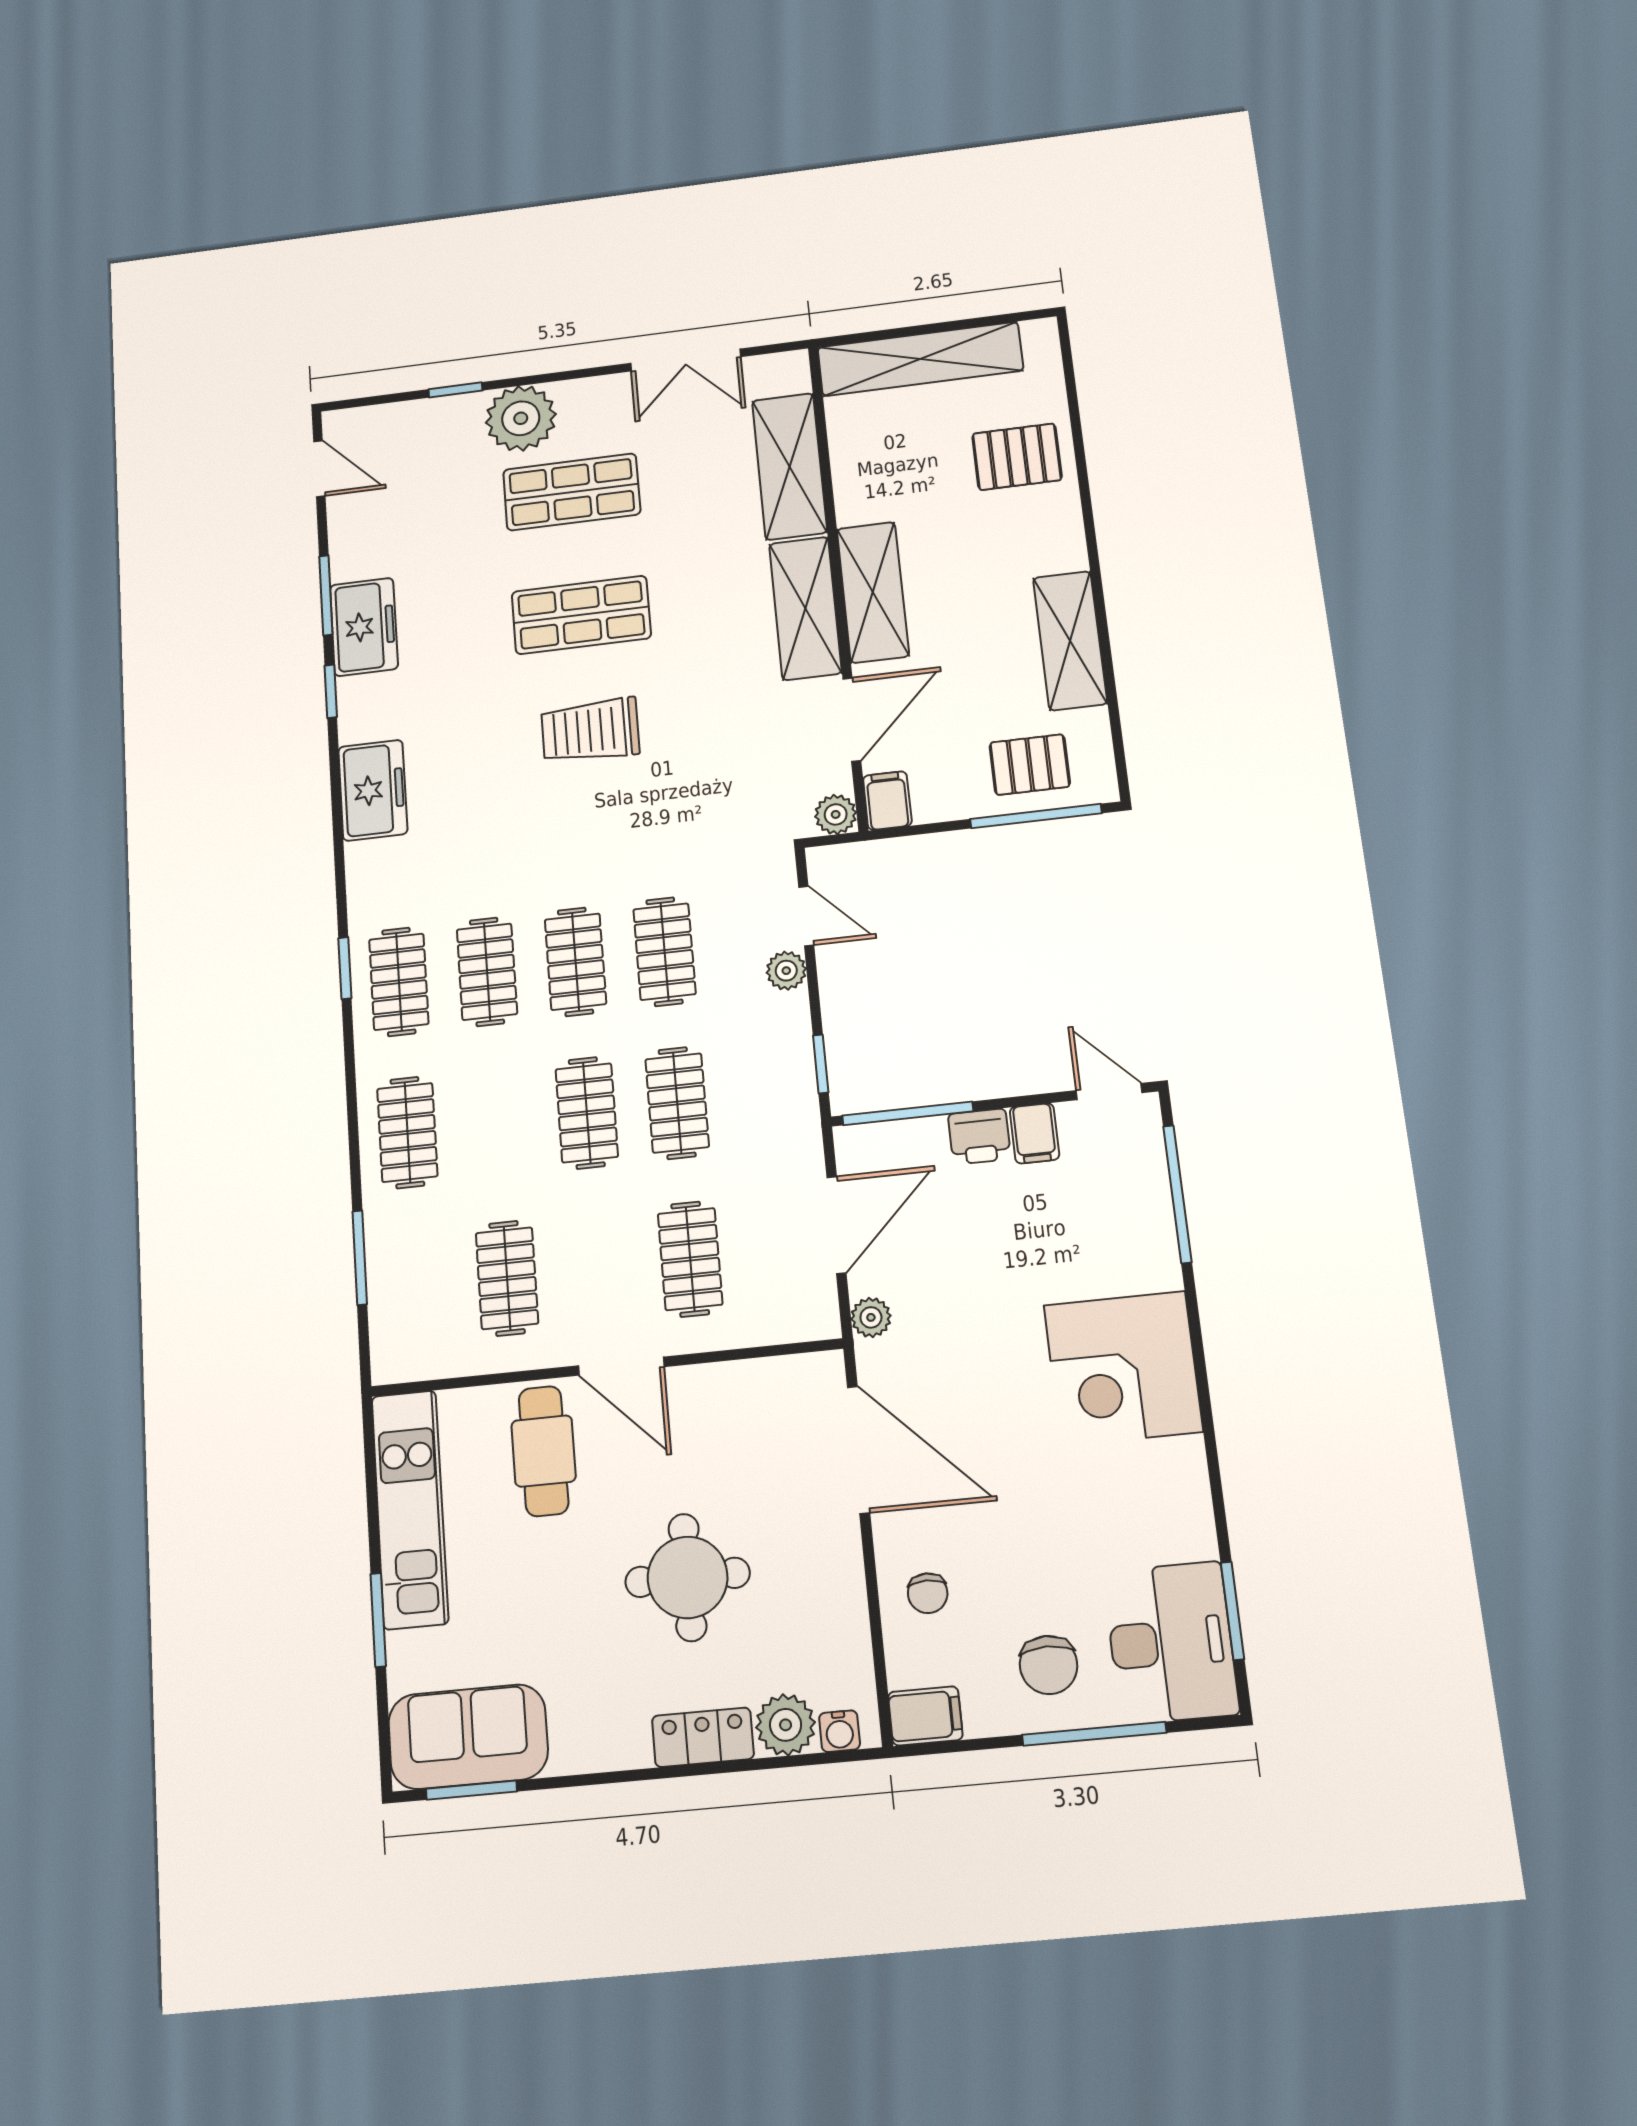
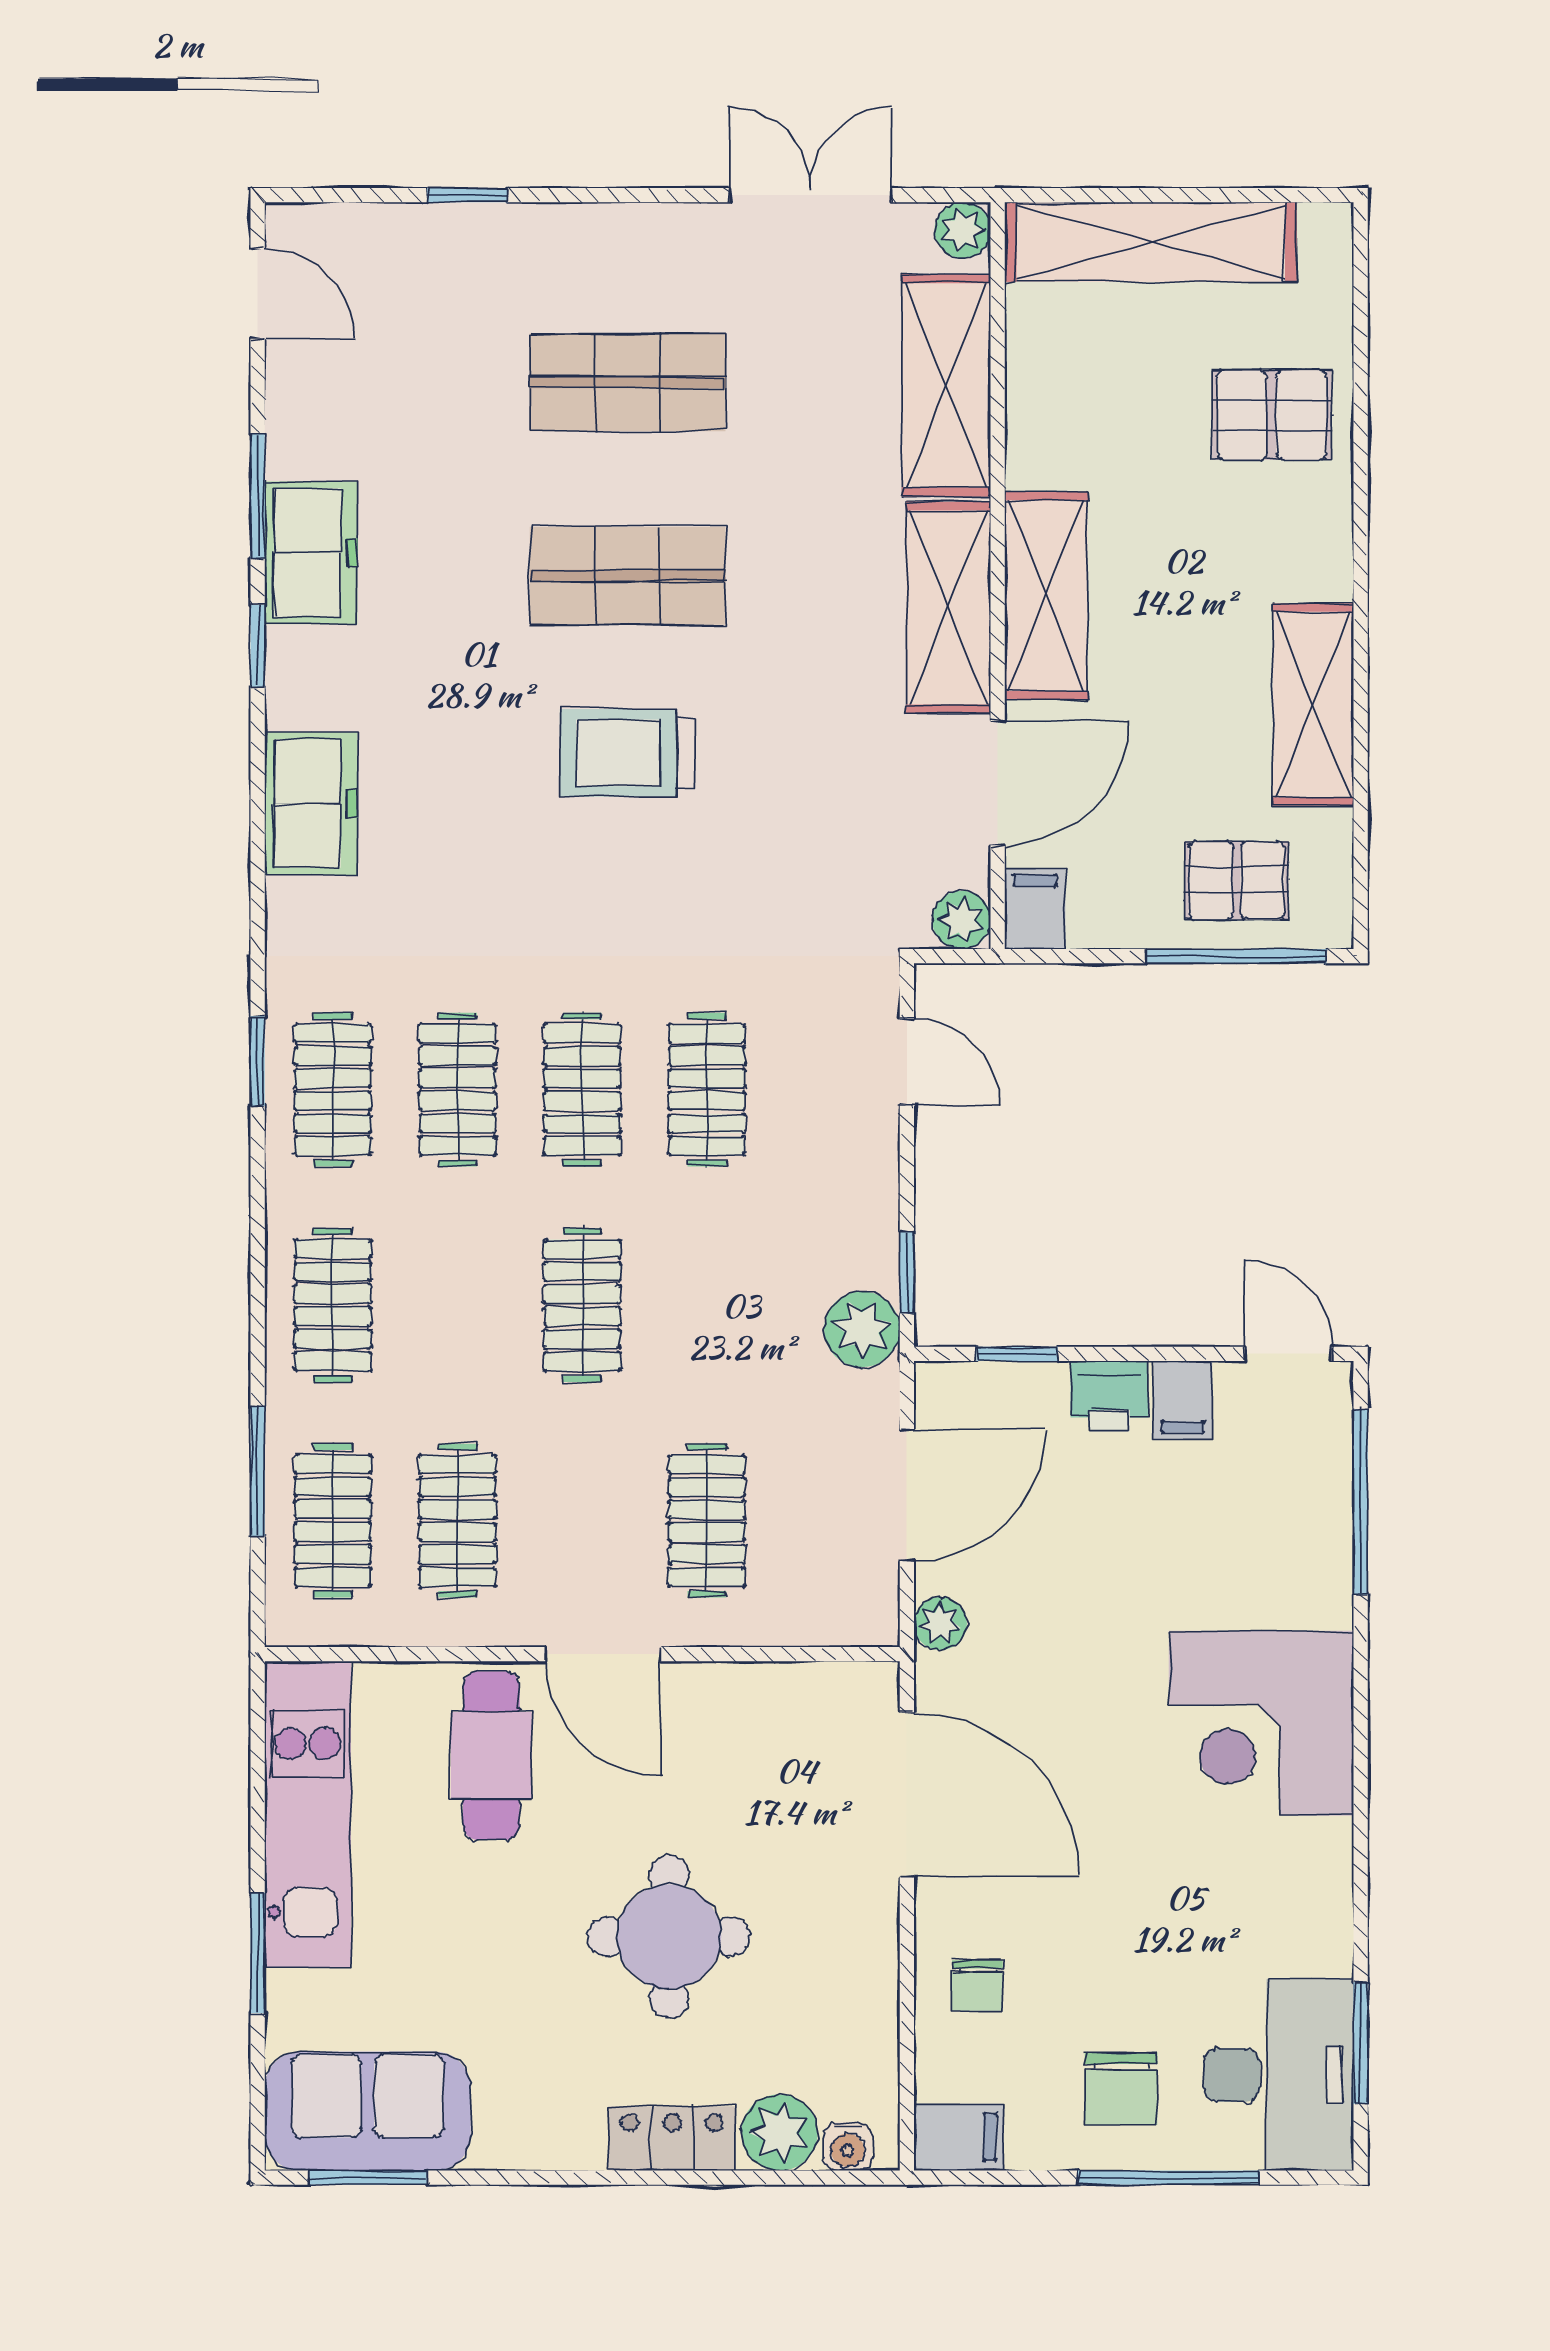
double door: (686, 360) -> (810, 195), swing flipped
plant: (521, 418) -> (963, 230), moved, width x0.53, depth x0.53
plant: (786, 971) -> (862, 1329), moved, width x1.38, depth x1.38
clothes rail: (677, 1103) -> (333, 1521), moved
window: (908, 1113) -> (1017, 1354), width x0.46

